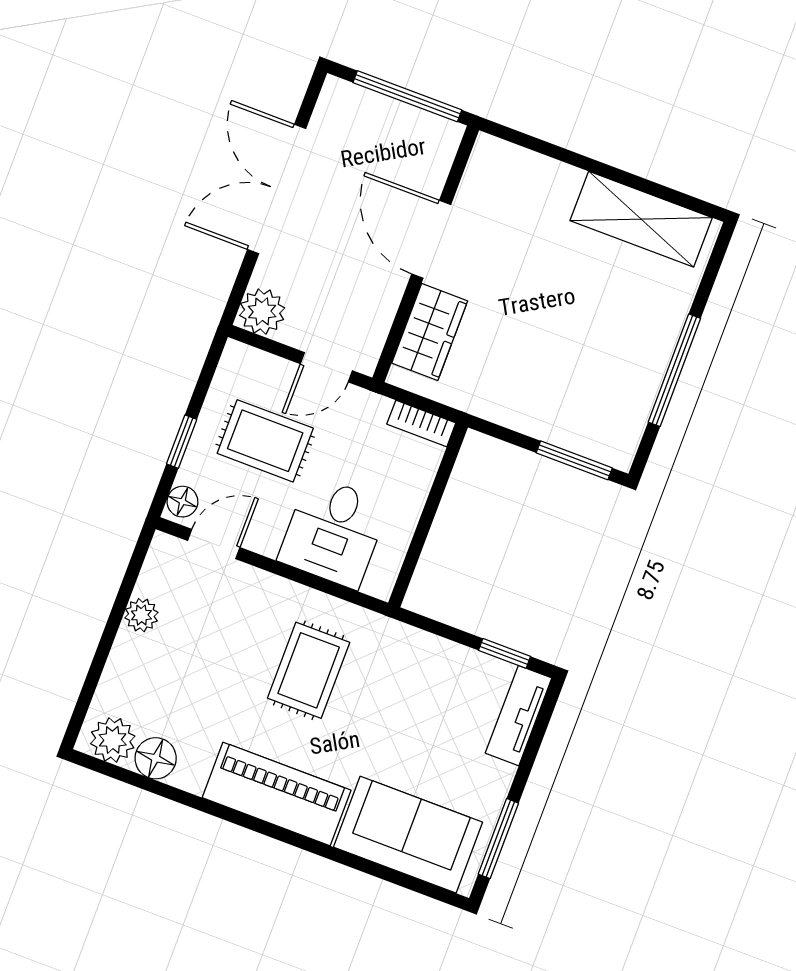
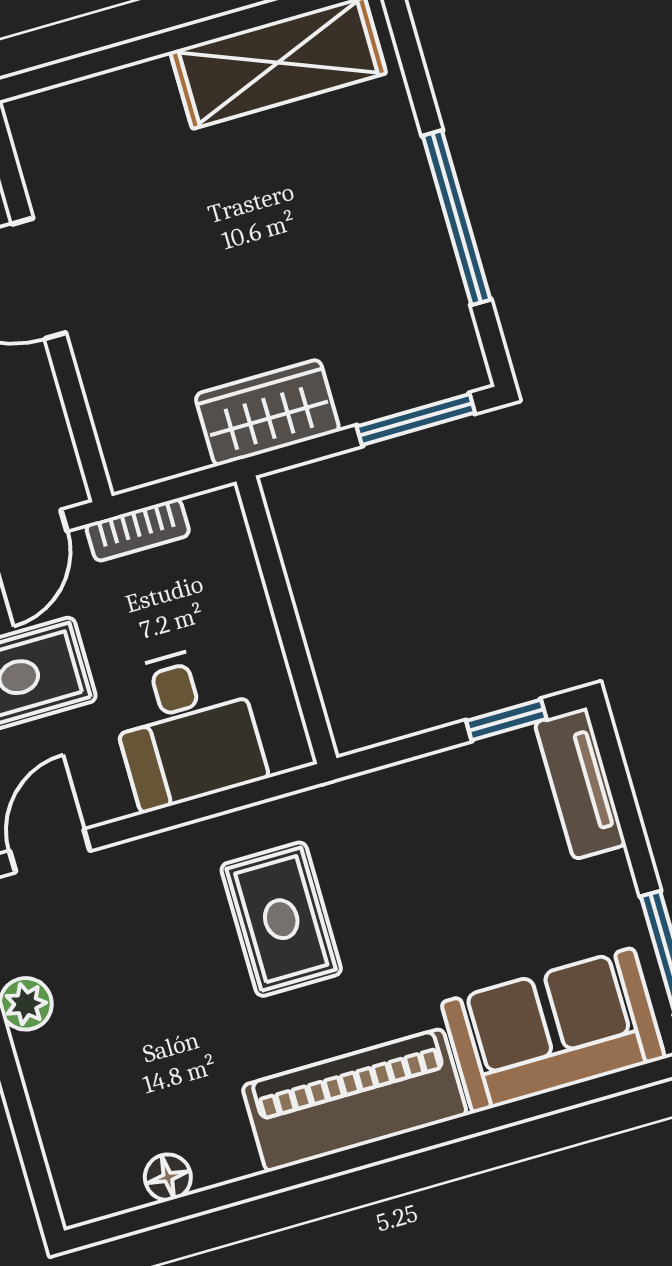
wardrobe: (430, 332) -> (267, 413), moved, turned -90
bookcase: (421, 423) -> (138, 530), moved
plant: (113, 740) -> (104, 1183), removed
floor lamp: (156, 758) -> (168, 1177), width x0.73, depth x0.73

